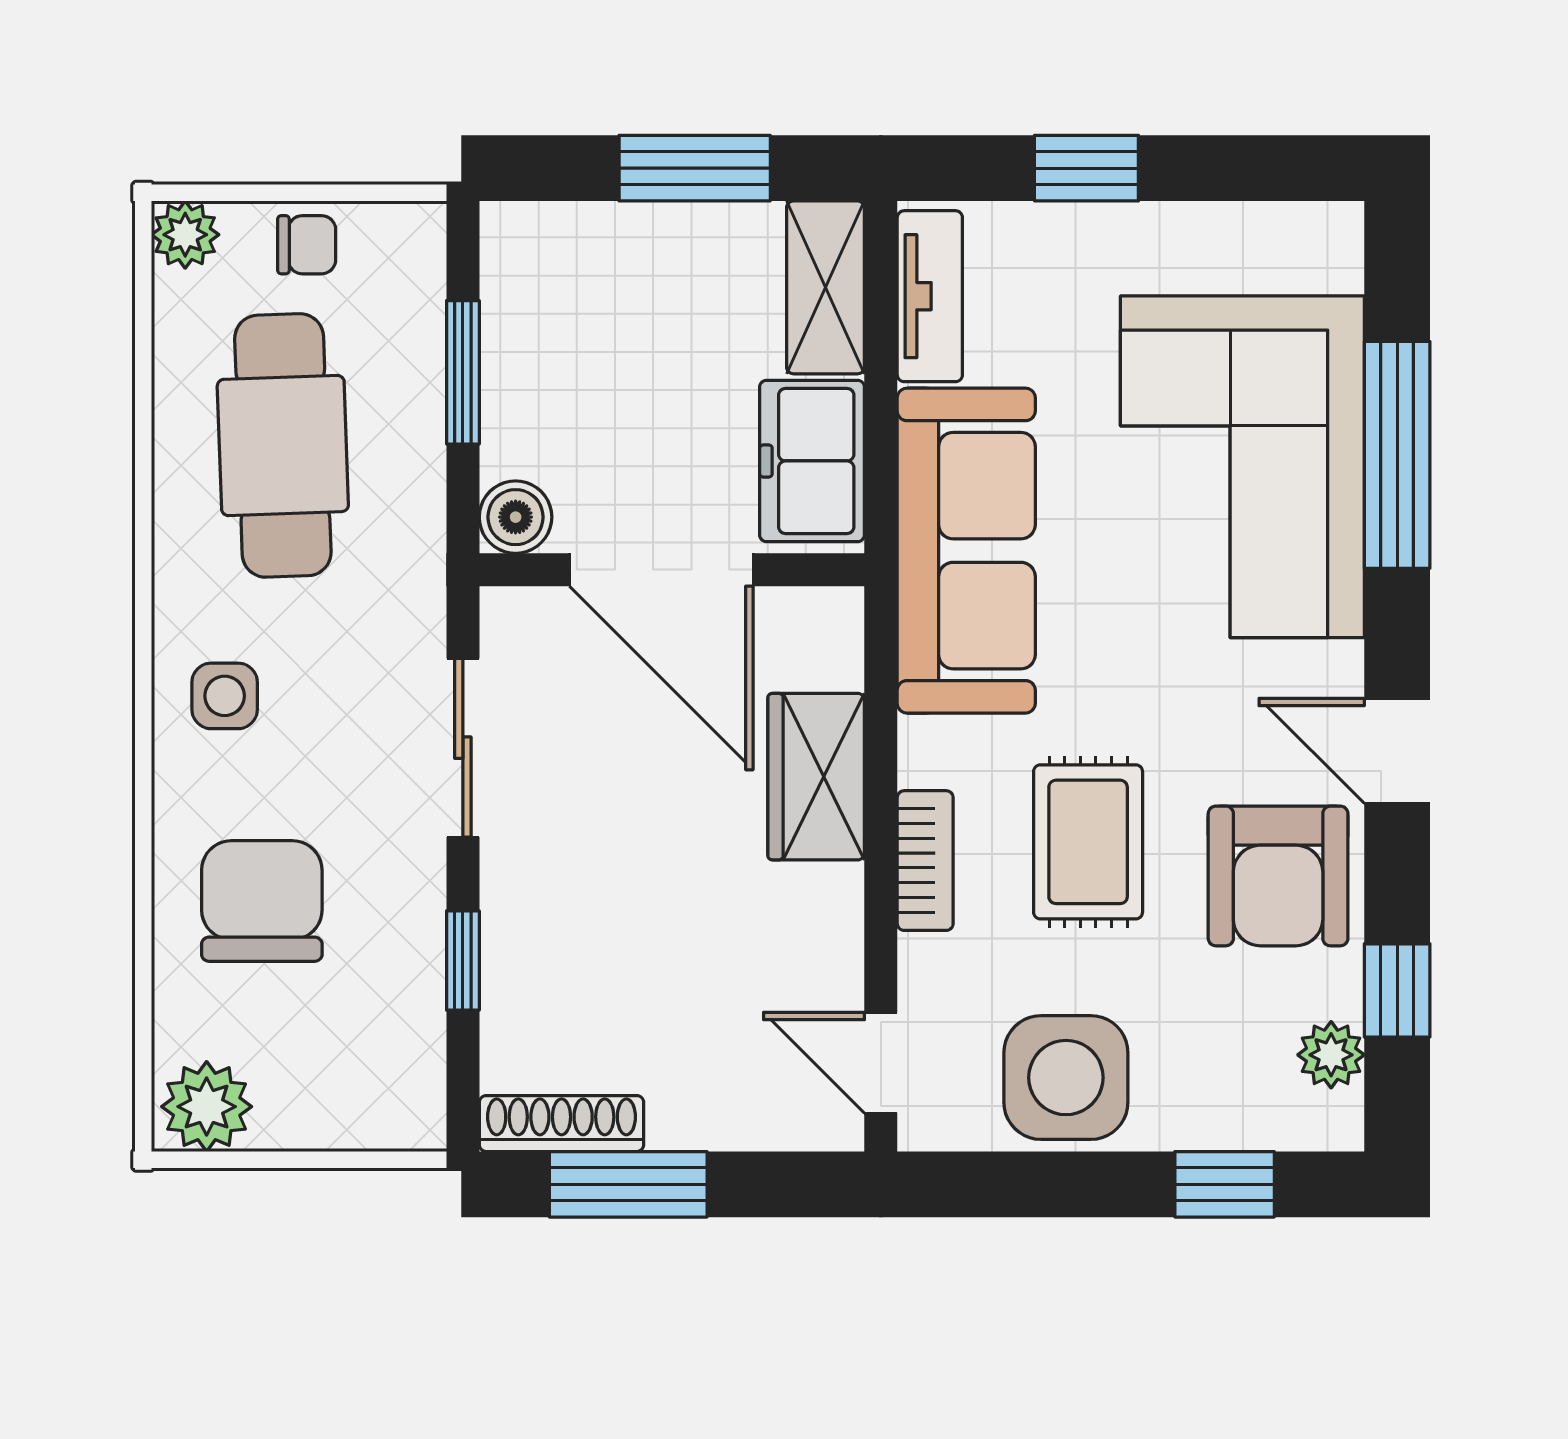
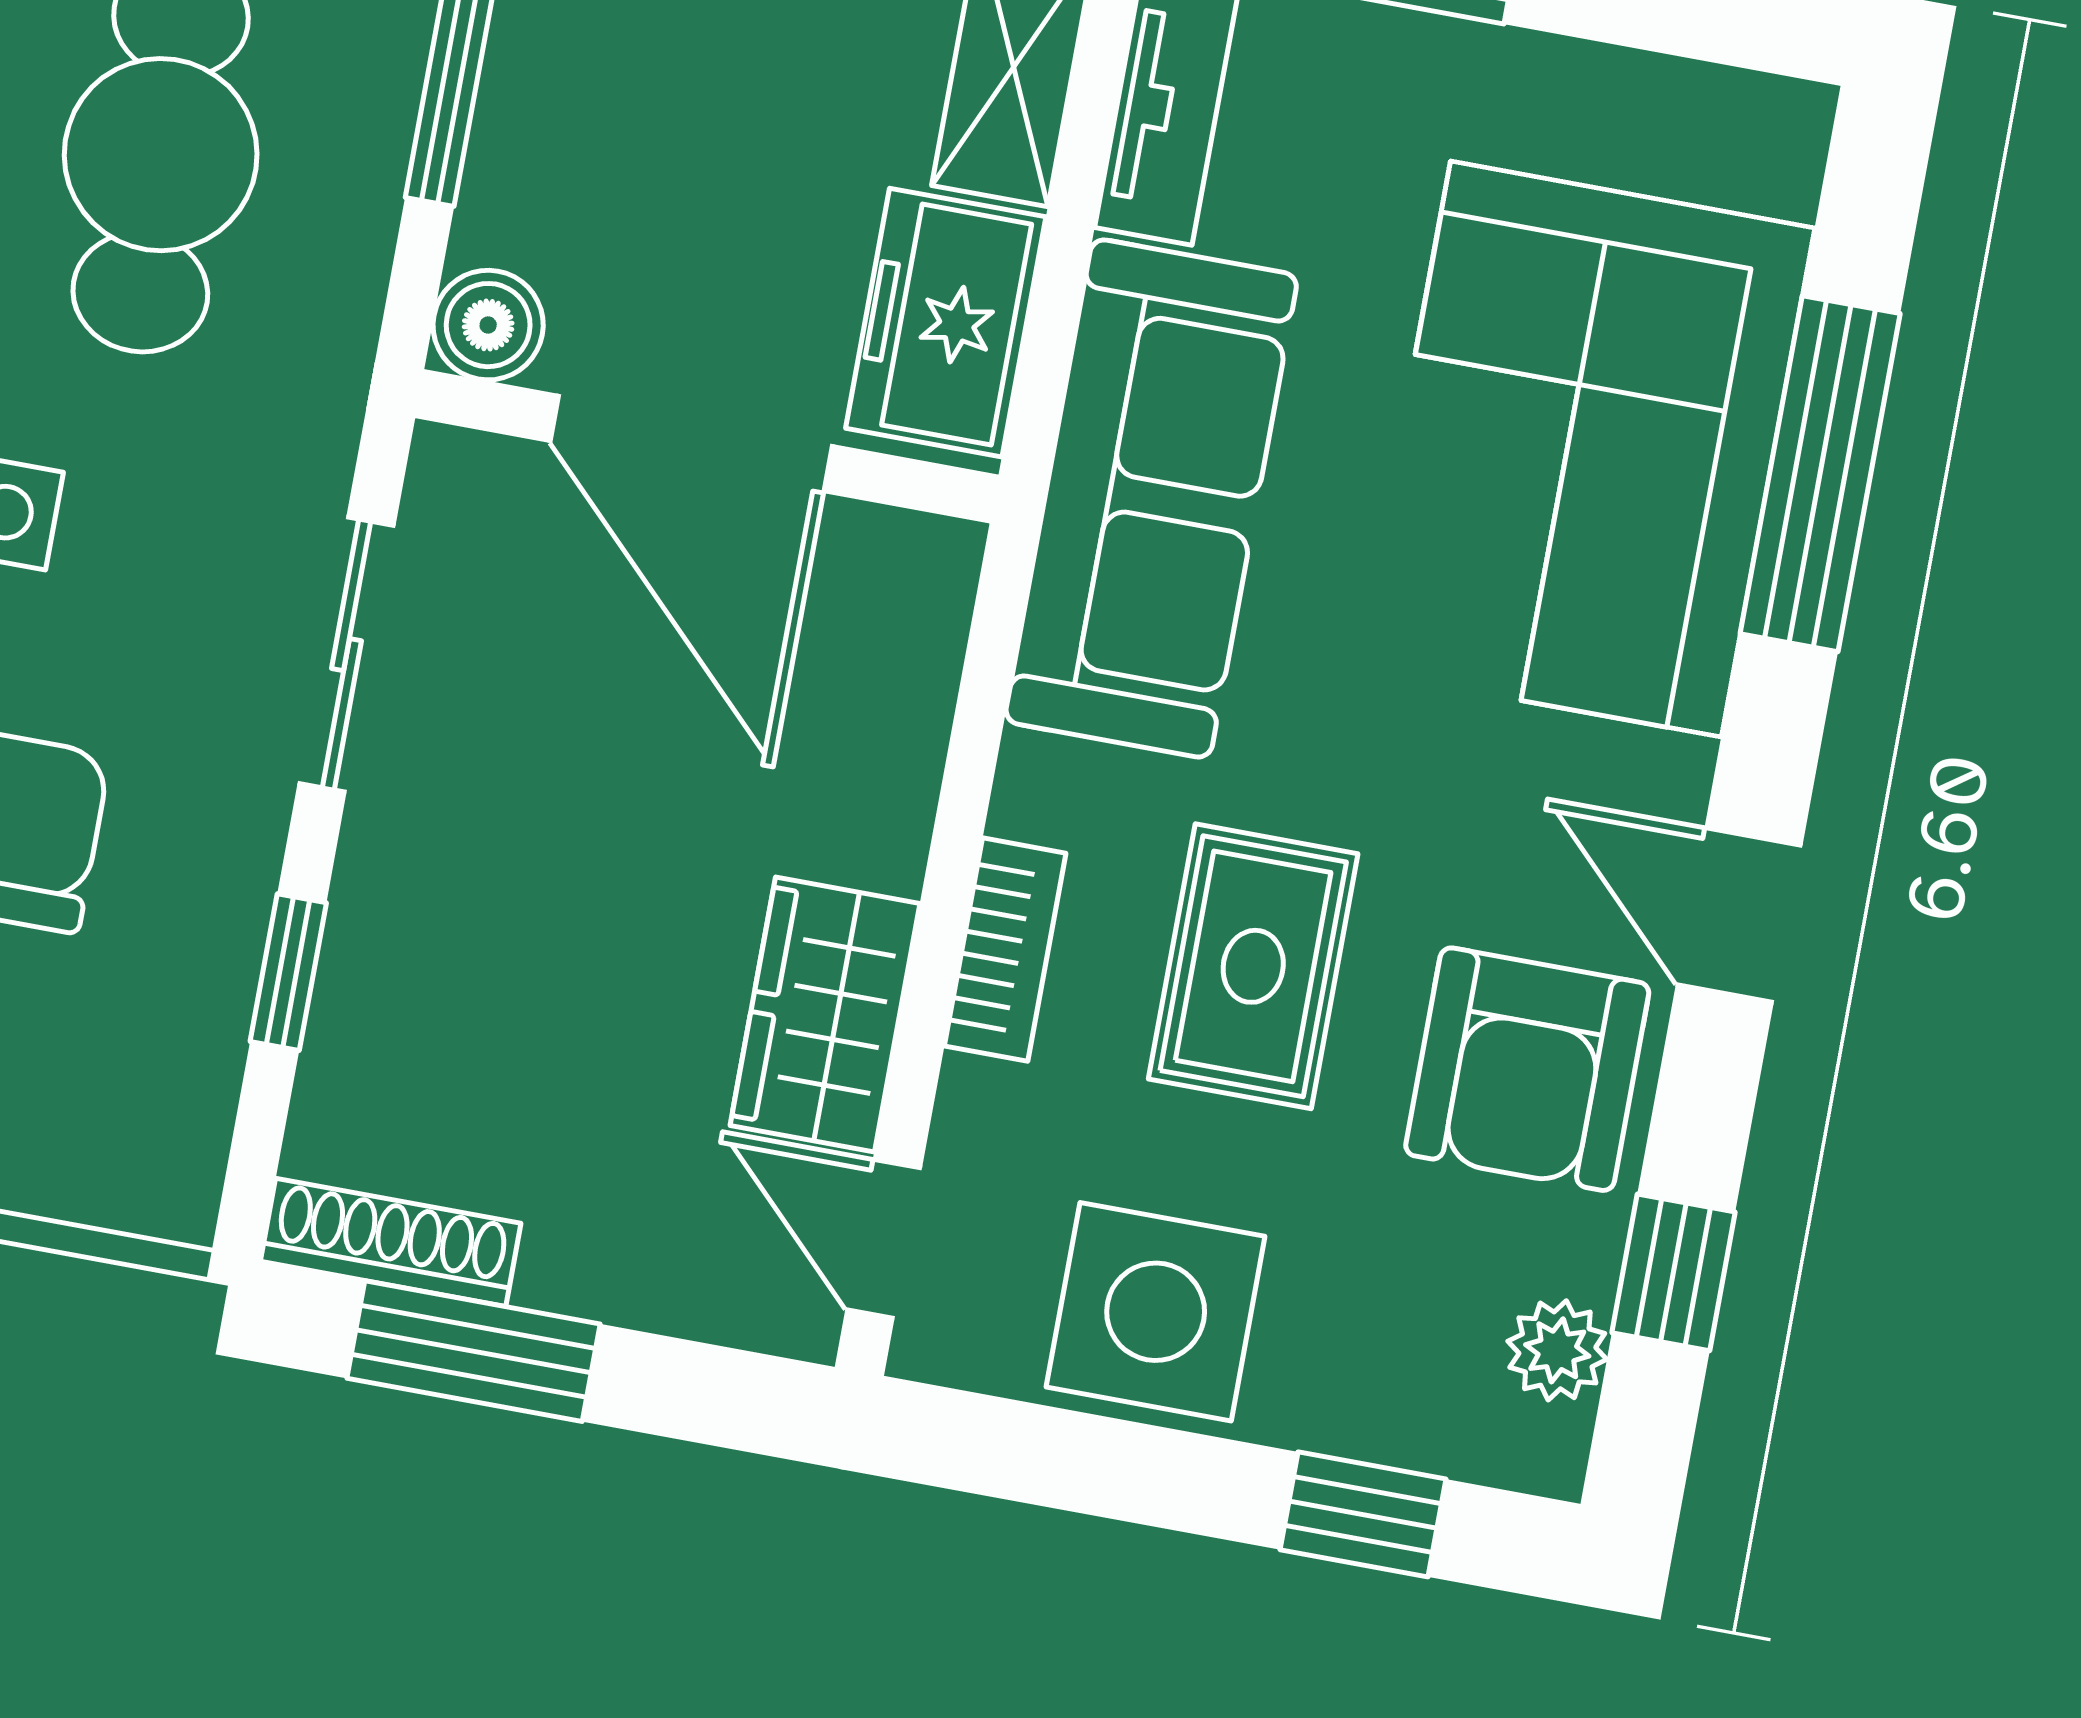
wardrobe: (816, 777) -> (825, 1015), moved

